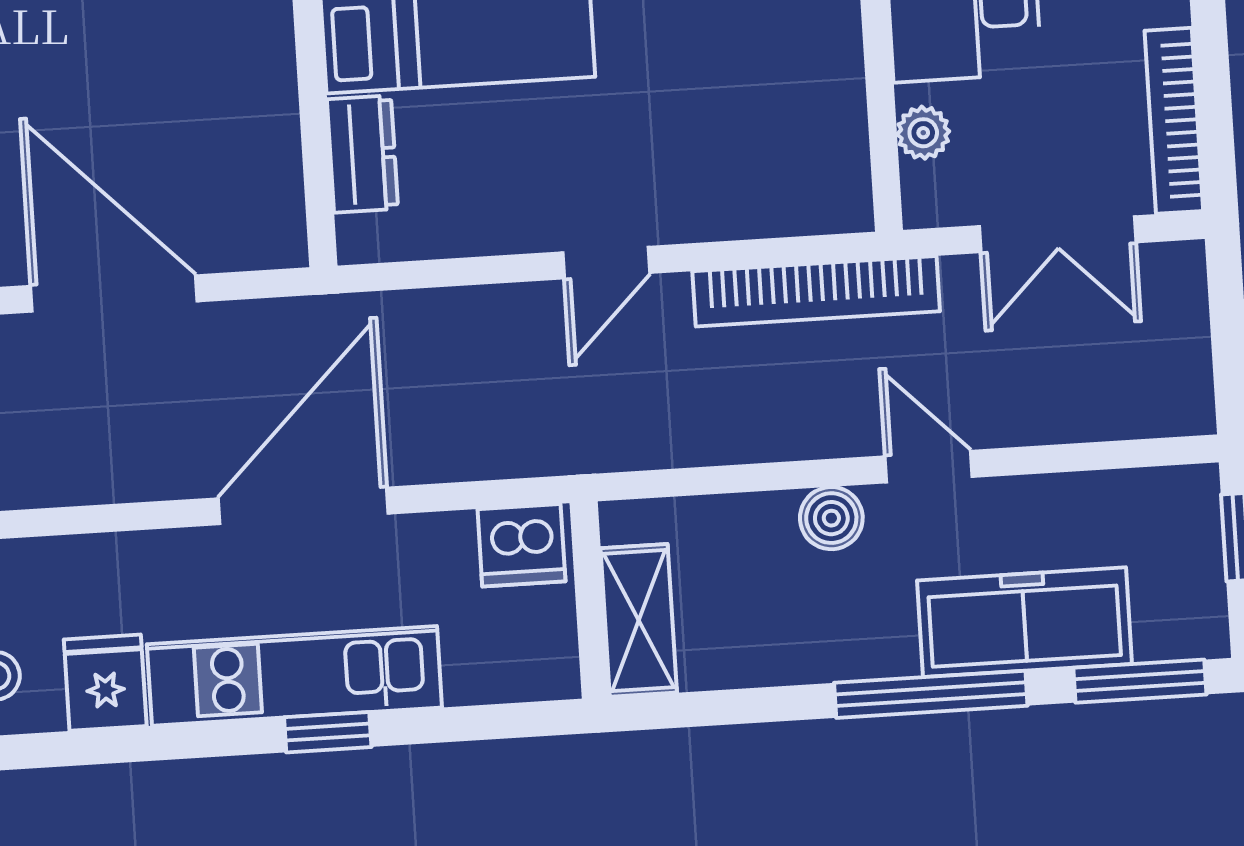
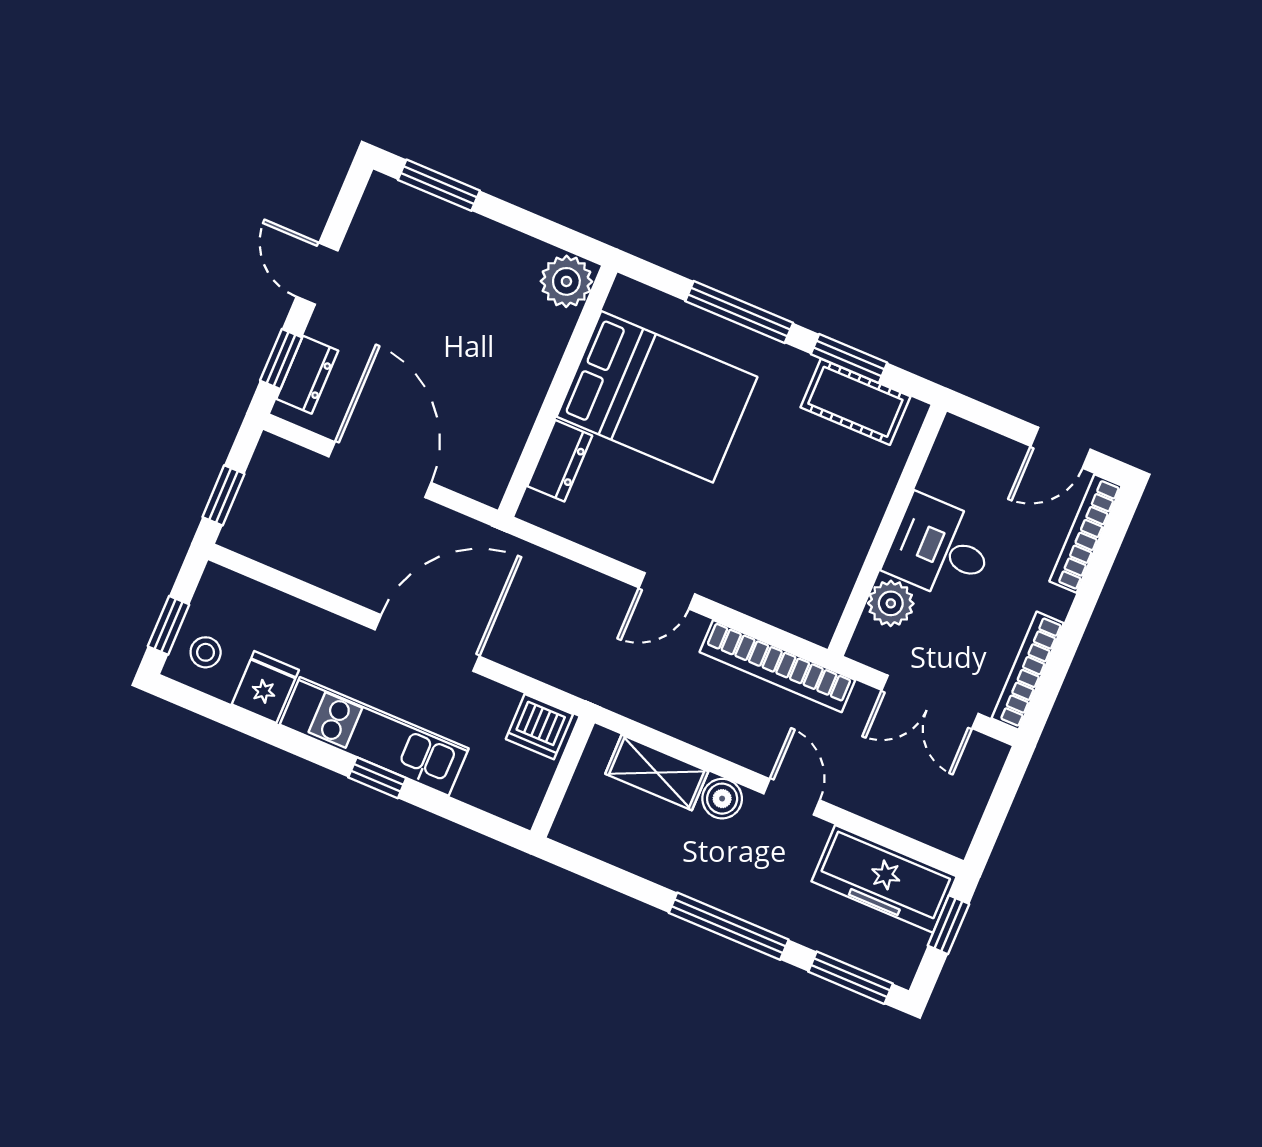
plant: (923, 133) -> (891, 603), width x1.38, depth x1.38
shelving: (639, 620) -> (657, 773), moved, turned 90
freezer: (1024, 622) -> (884, 879), moved, turned 180

